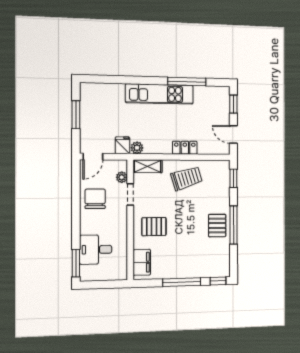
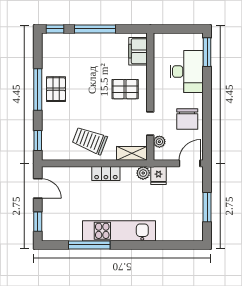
locker: (185, 148) -> (106, 174), moved
trolley: (187, 178) -> (90, 141), turned 38
desk: (96, 250) -> (187, 72), width x1.37

